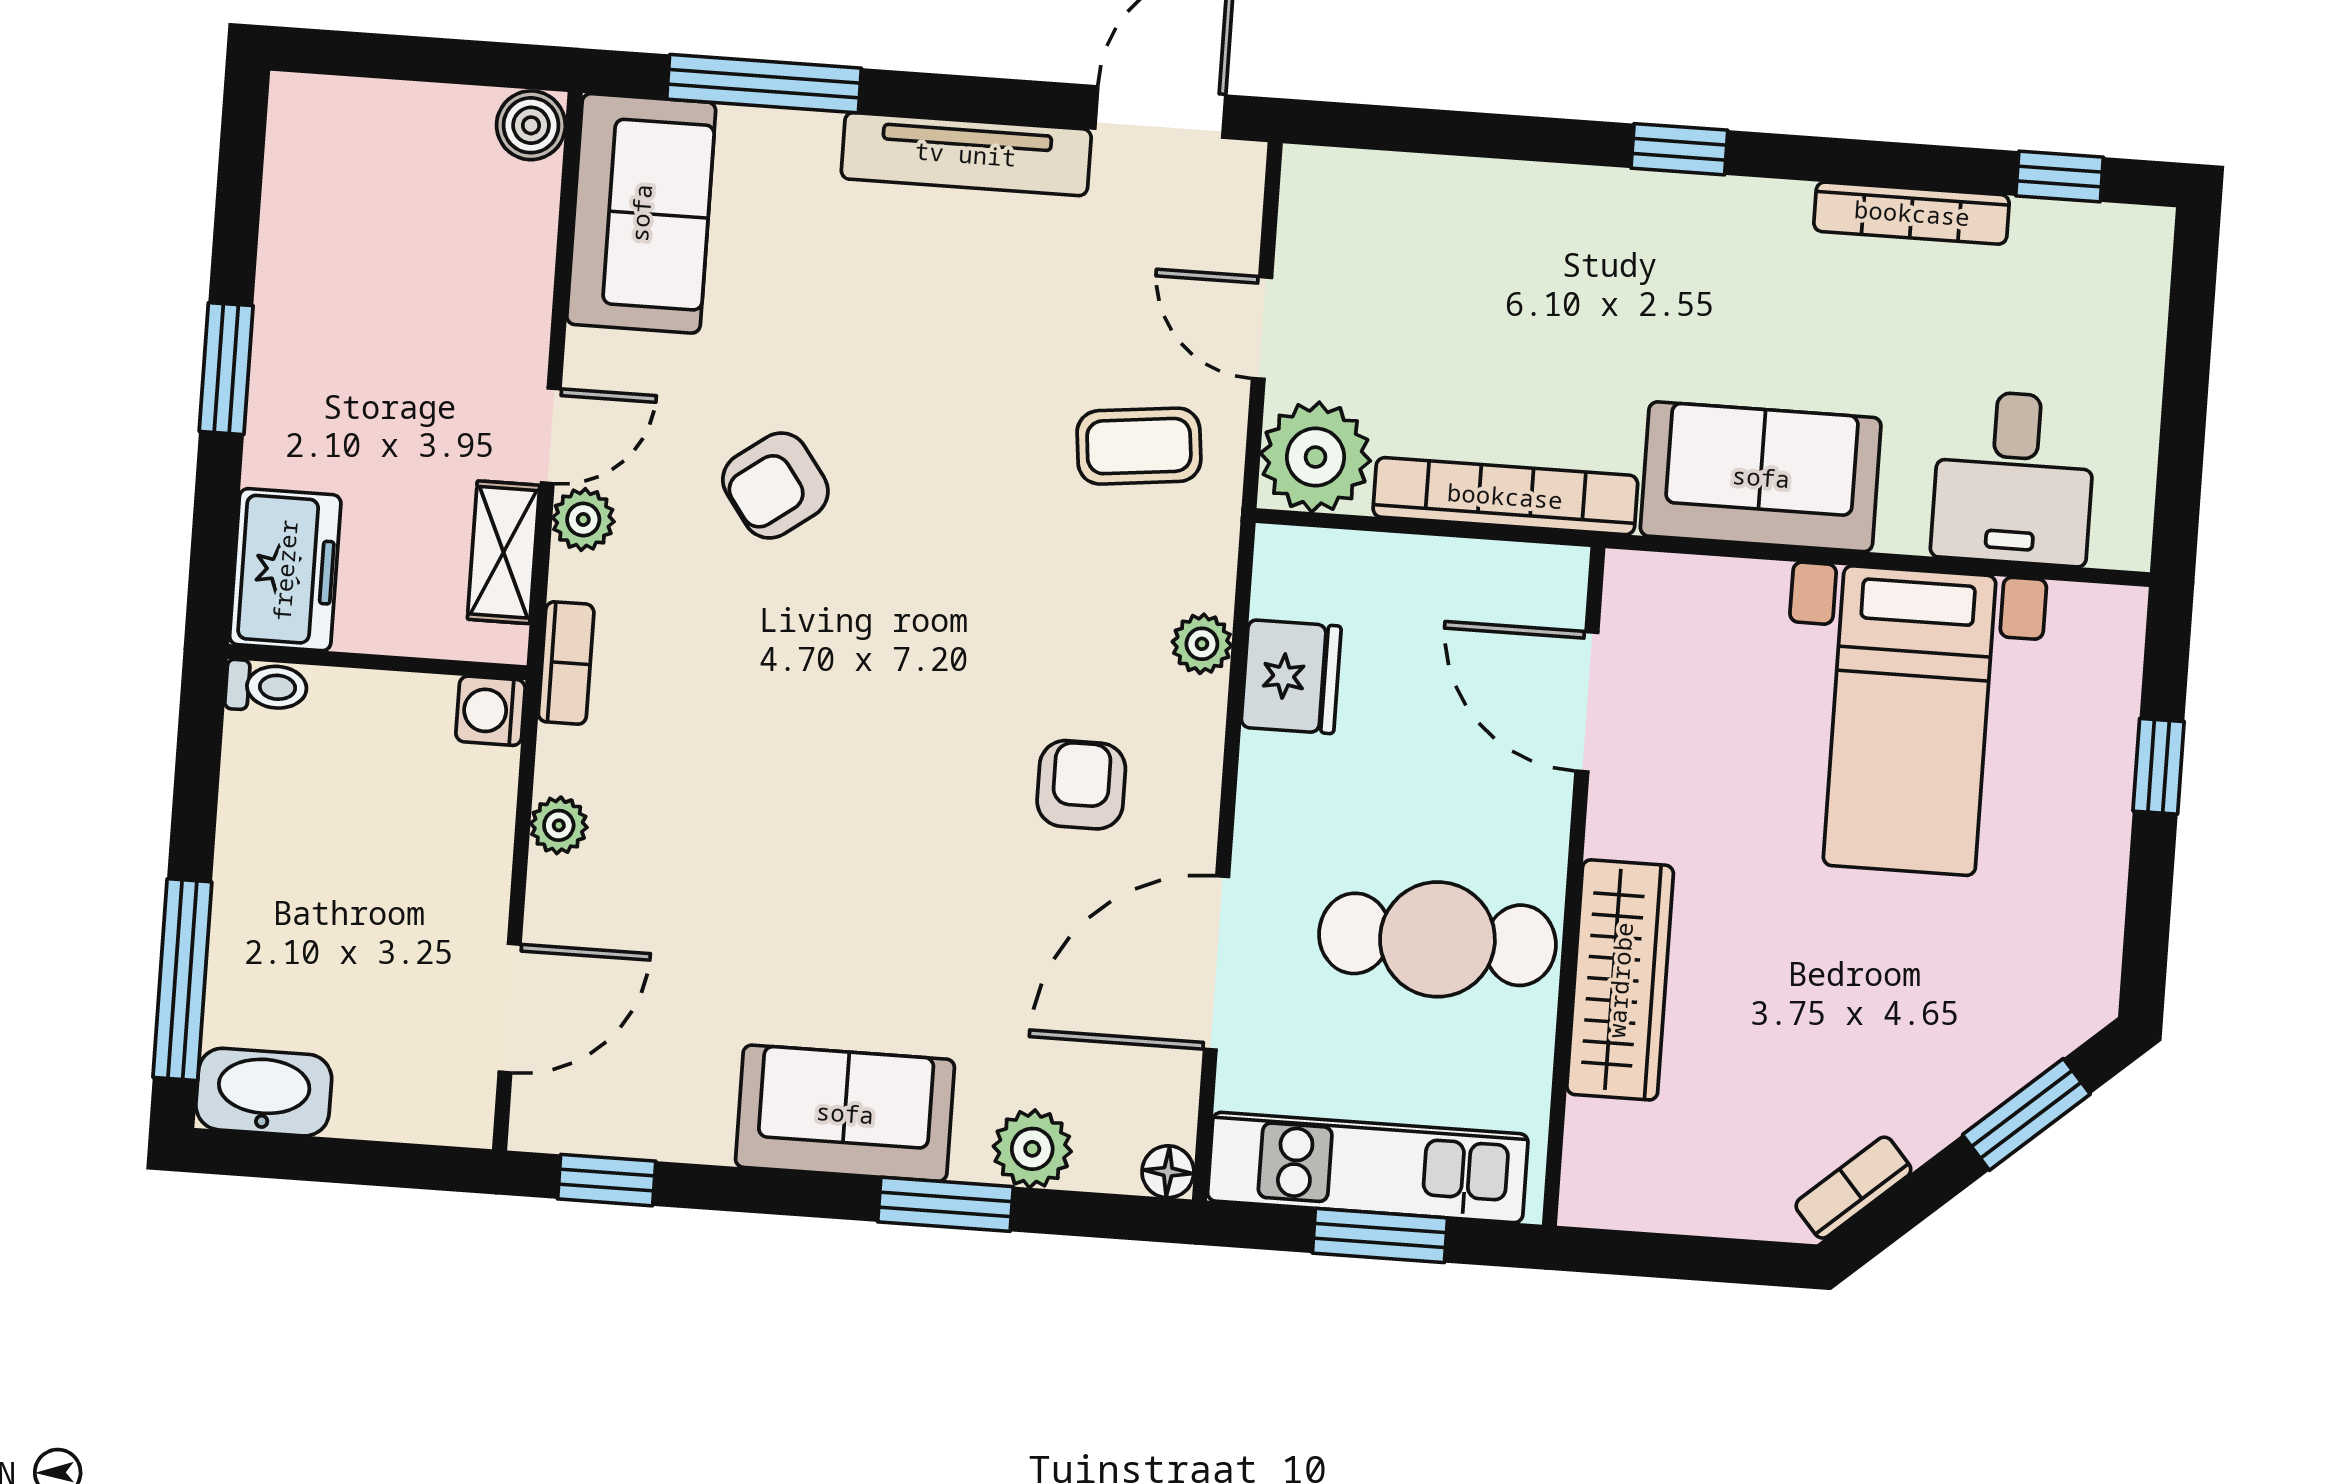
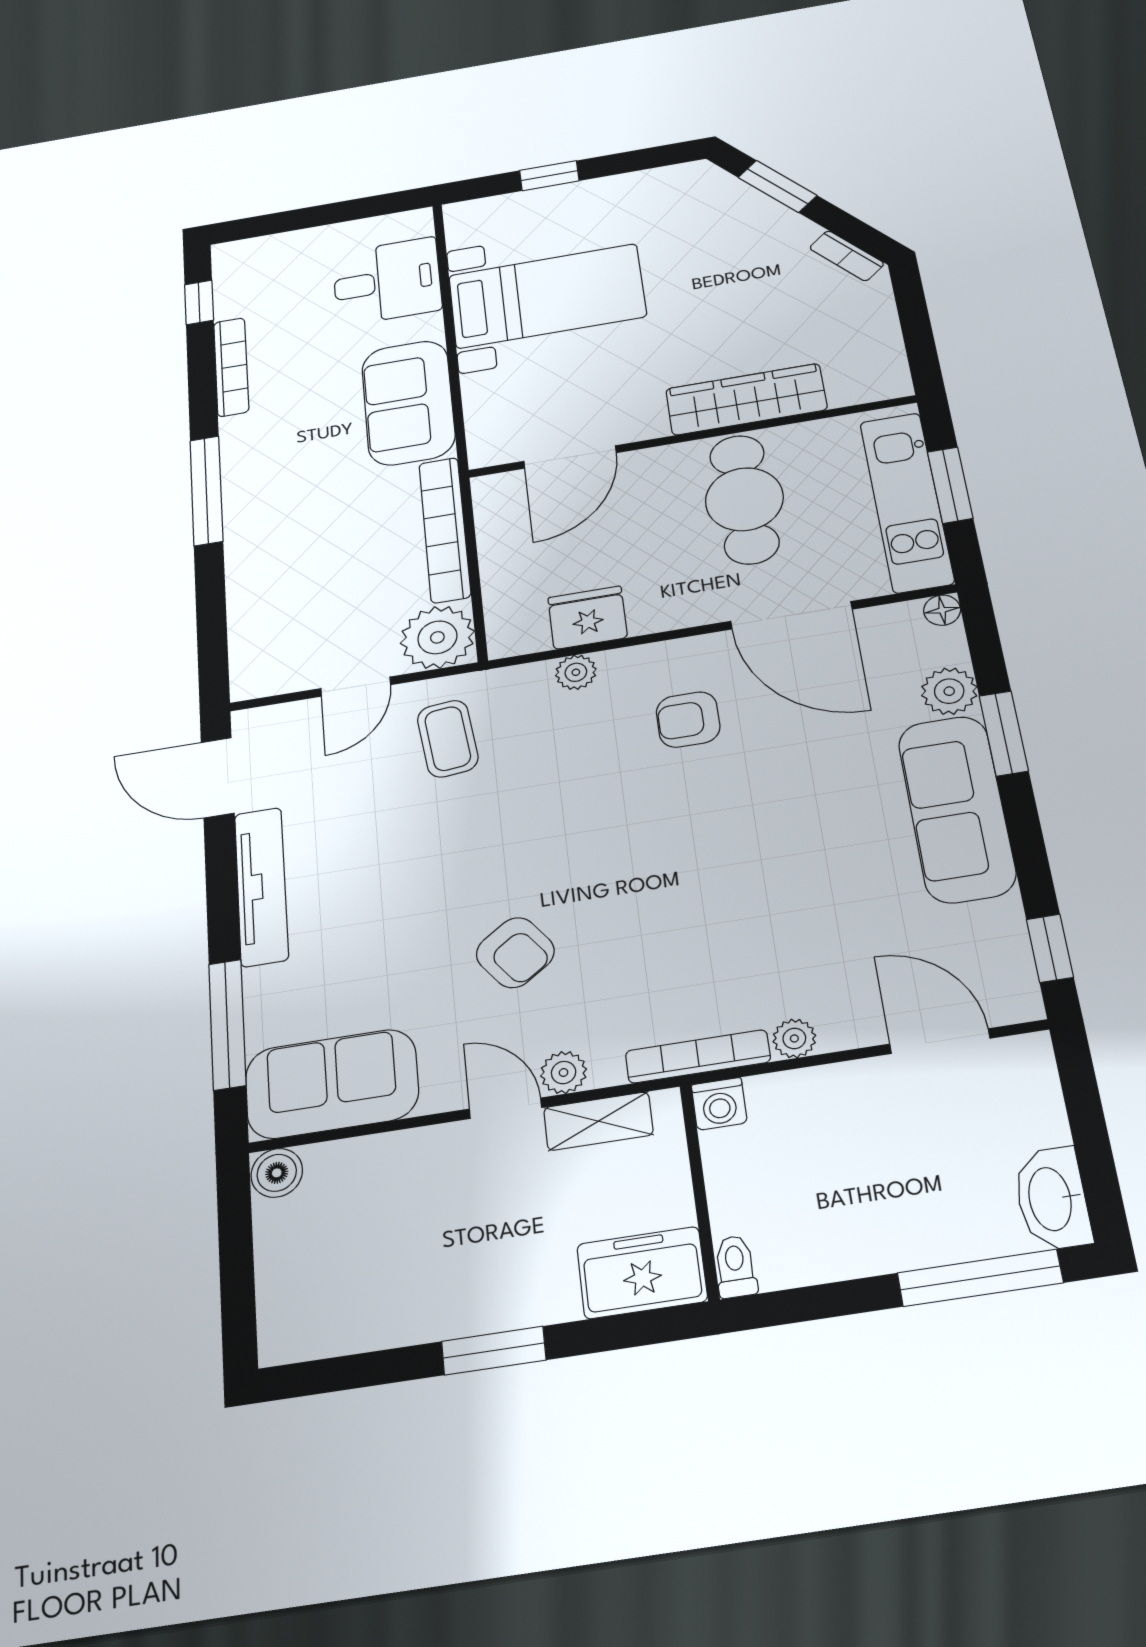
window: (1679, 149) -> (206, 490), width x2.17
bookcase: (566, 663) -> (698, 1056), width x1.56
sofa: (845, 1113) -> (957, 808), width x1.36

